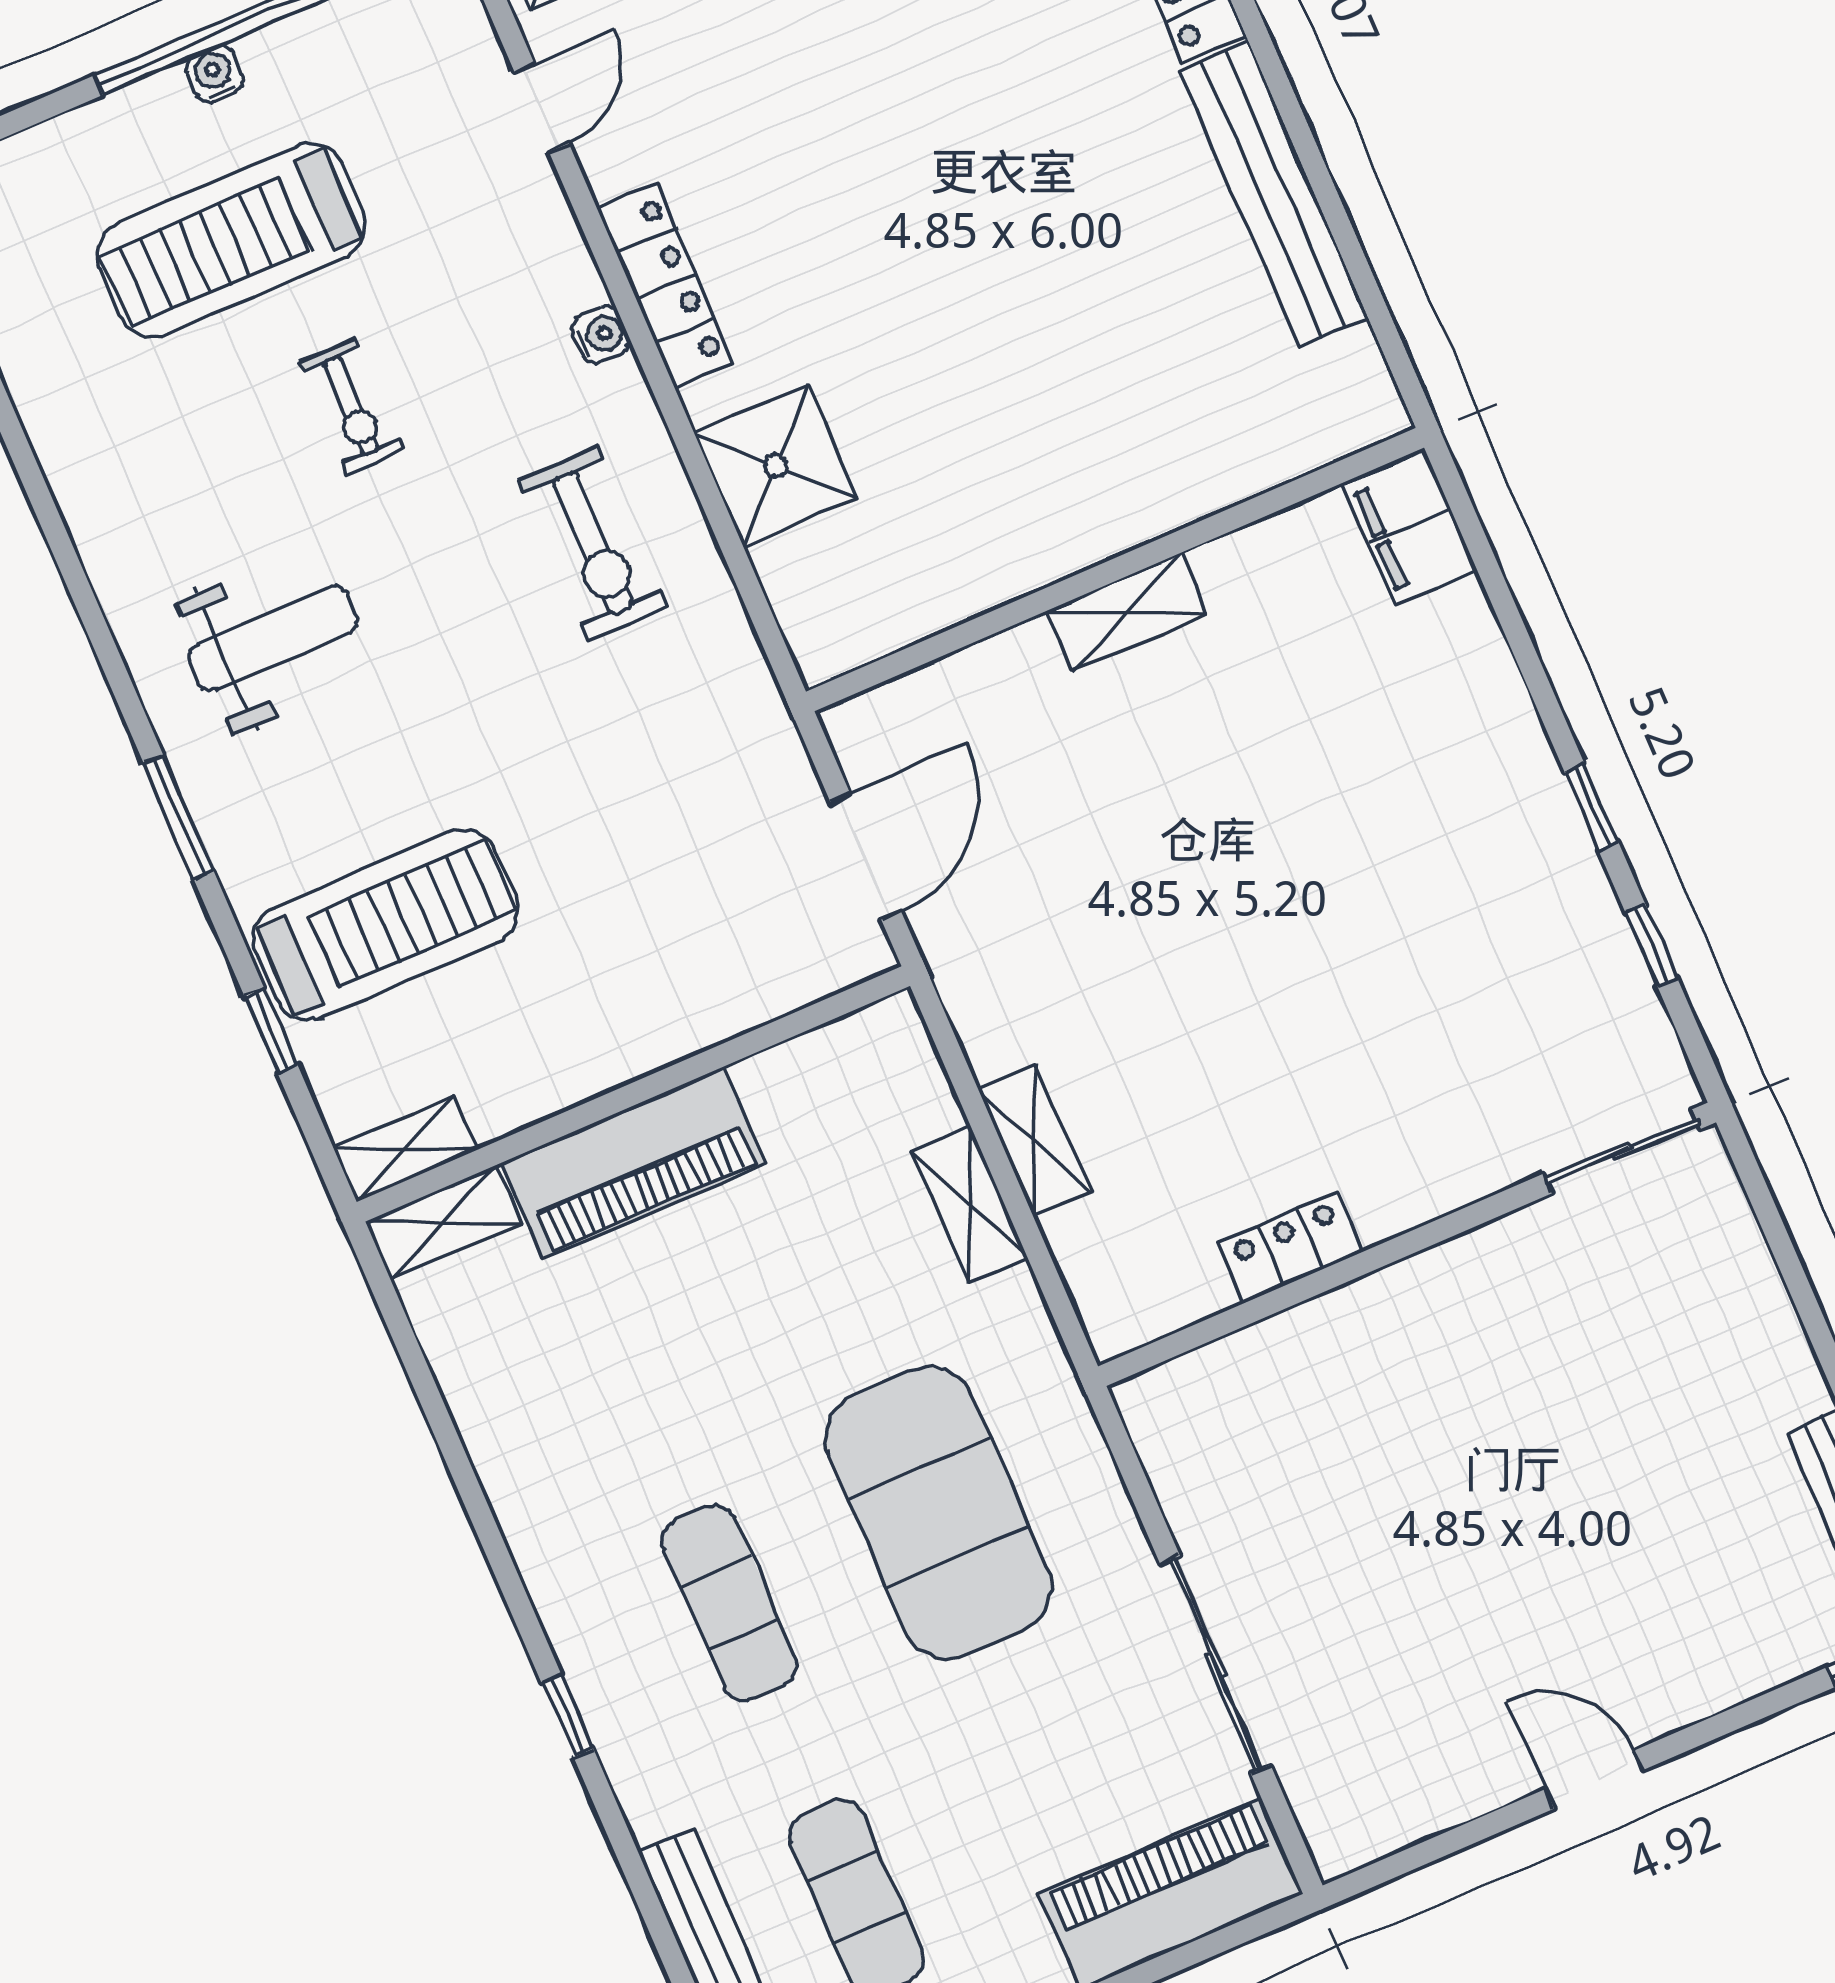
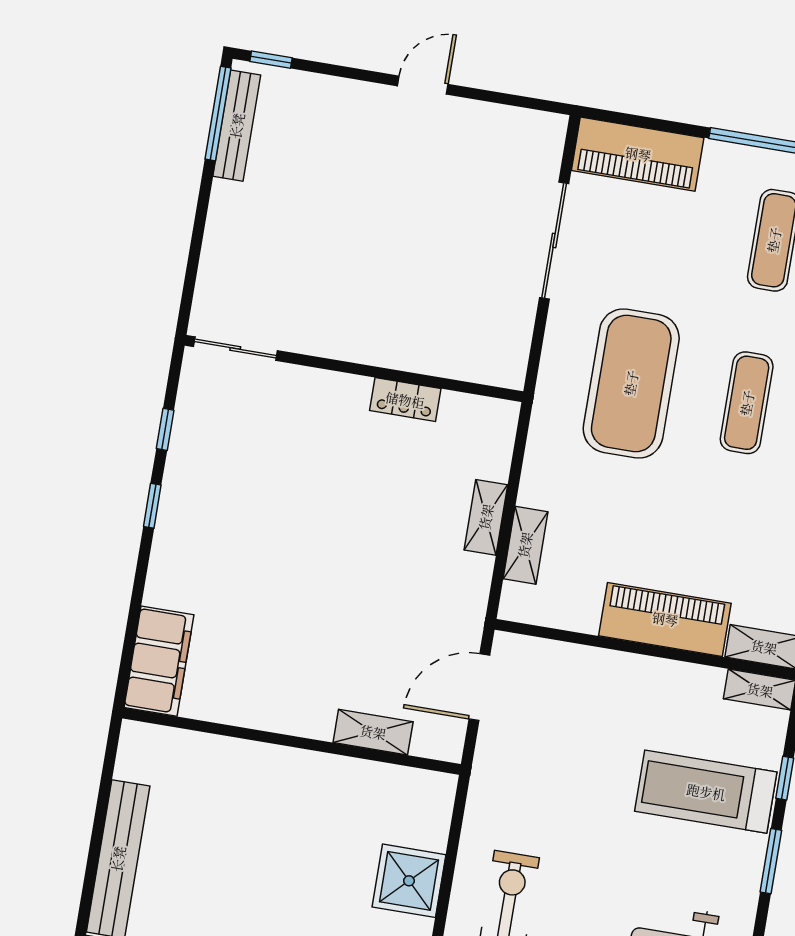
filing cabinet: (1410, 527) -> (159, 661), width x1.50, depth x1.17
shelving: (1126, 612) -> (373, 732), moved
window: (178, 817) -> (771, 861), moved
shelving: (970, 1205) -> (525, 545), moved
door: (1594, 1780) -> (423, 85), swing flipped

